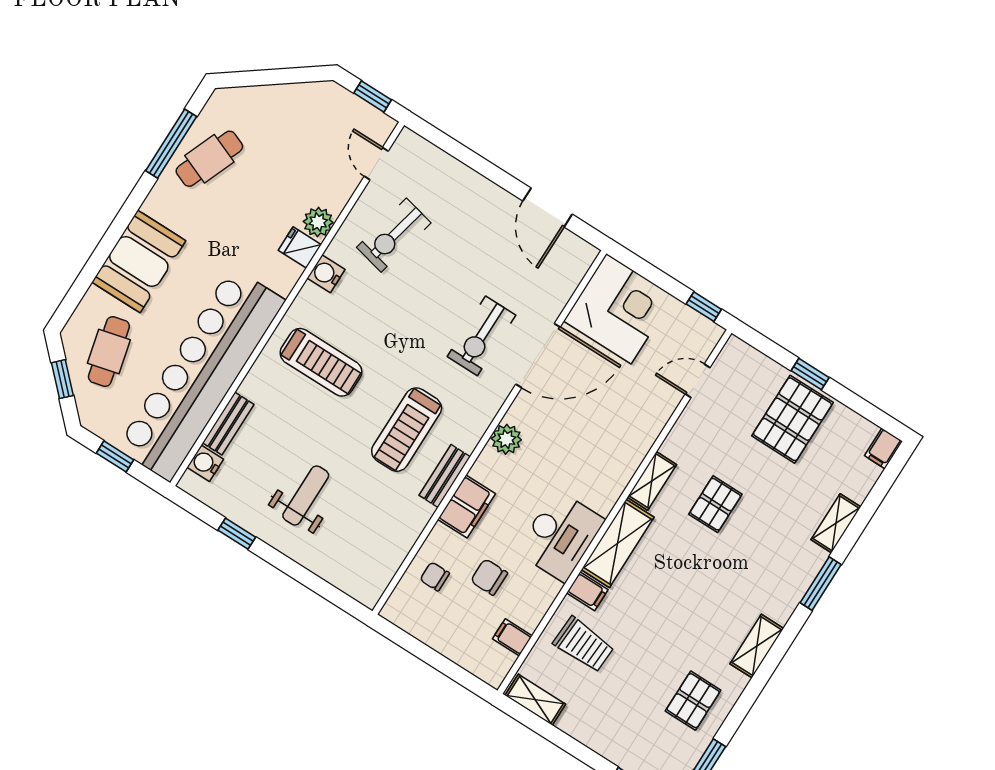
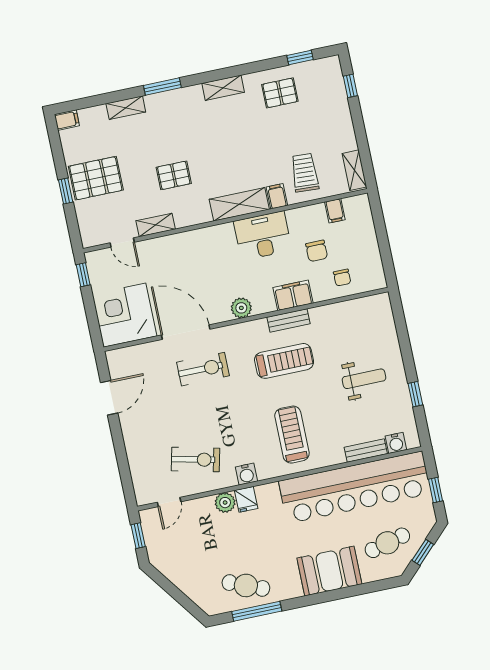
shelving: (652, 481) -> (156, 225), moved
weight bench: (306, 495) -> (364, 379), turned 180

